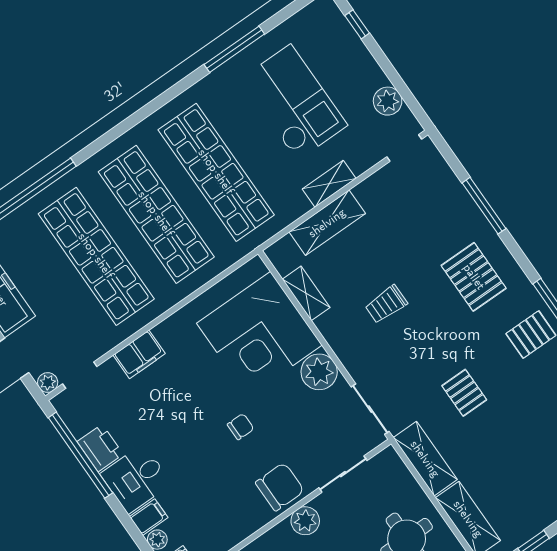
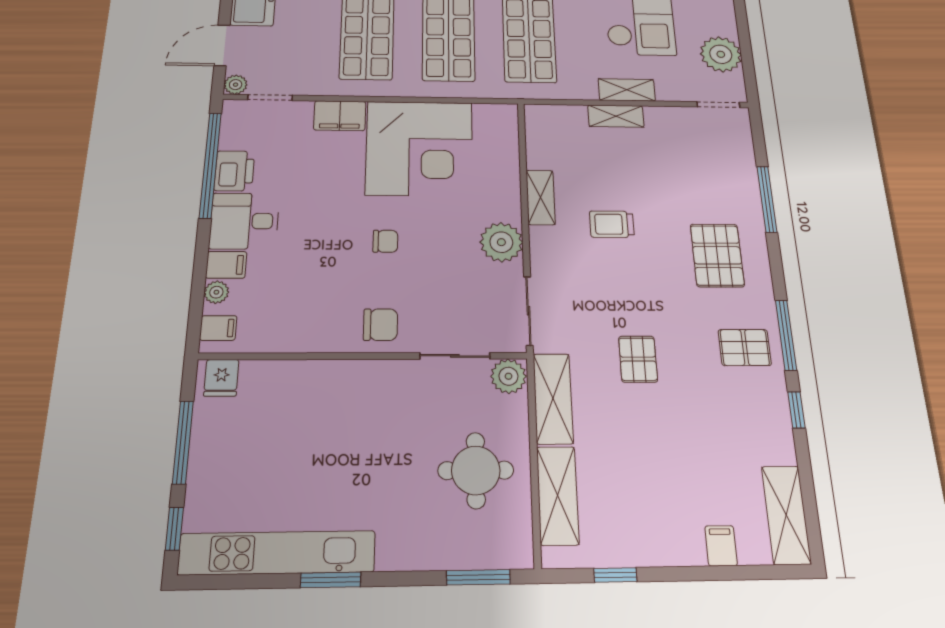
plant: (388, 101) -> (721, 54), width x1.36, depth x1.36
shelving: (327, 223) -> (616, 116), width x0.67, depth x0.75
shelving: (306, 293) -> (541, 197), moved
corner desk: (259, 334) -> (419, 148), moved, turned -90
chair: (280, 487) -> (381, 325), width x0.73, depth x0.73
plant: (305, 521) -> (508, 376), moved

